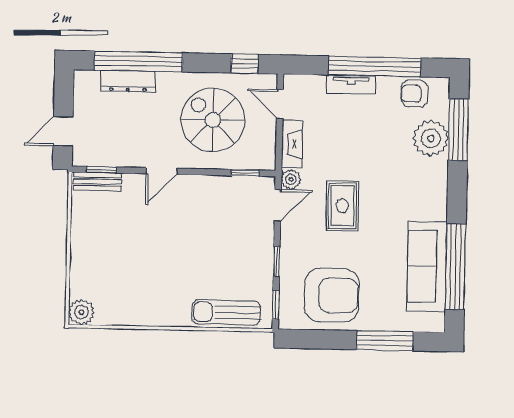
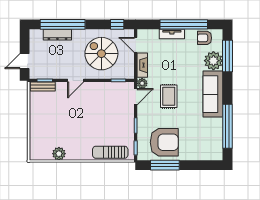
sofa: (427, 266) -> (213, 94), moved
plant: (81, 312) -> (59, 154), moved
window: (385, 341) -> (165, 165), moved

